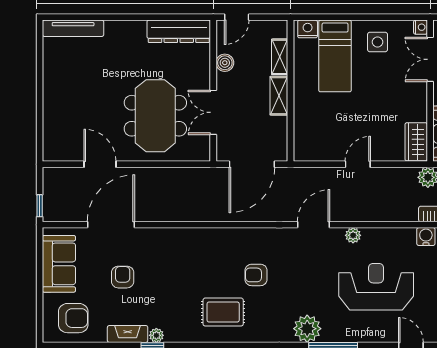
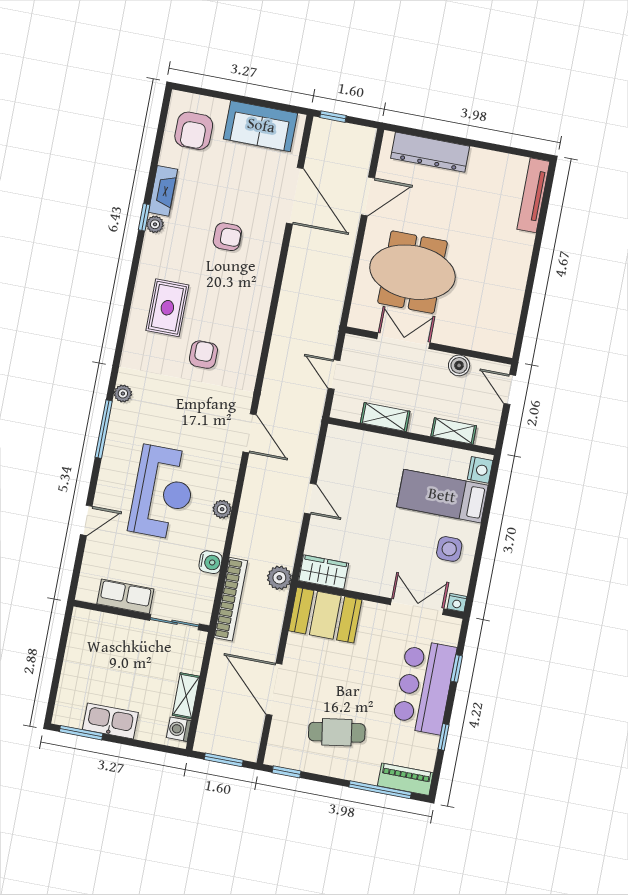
dresser: (179, 31) -> (430, 152), moved, turned -90
shelving: (279, 96) -> (385, 417), moved
door: (252, 164) -> (334, 374), width x0.53
plant: (353, 235) -> (222, 509), moved
armchair: (123, 277) -> (227, 237), moved
plant: (307, 329) -> (123, 394), width x0.53, depth x0.53

